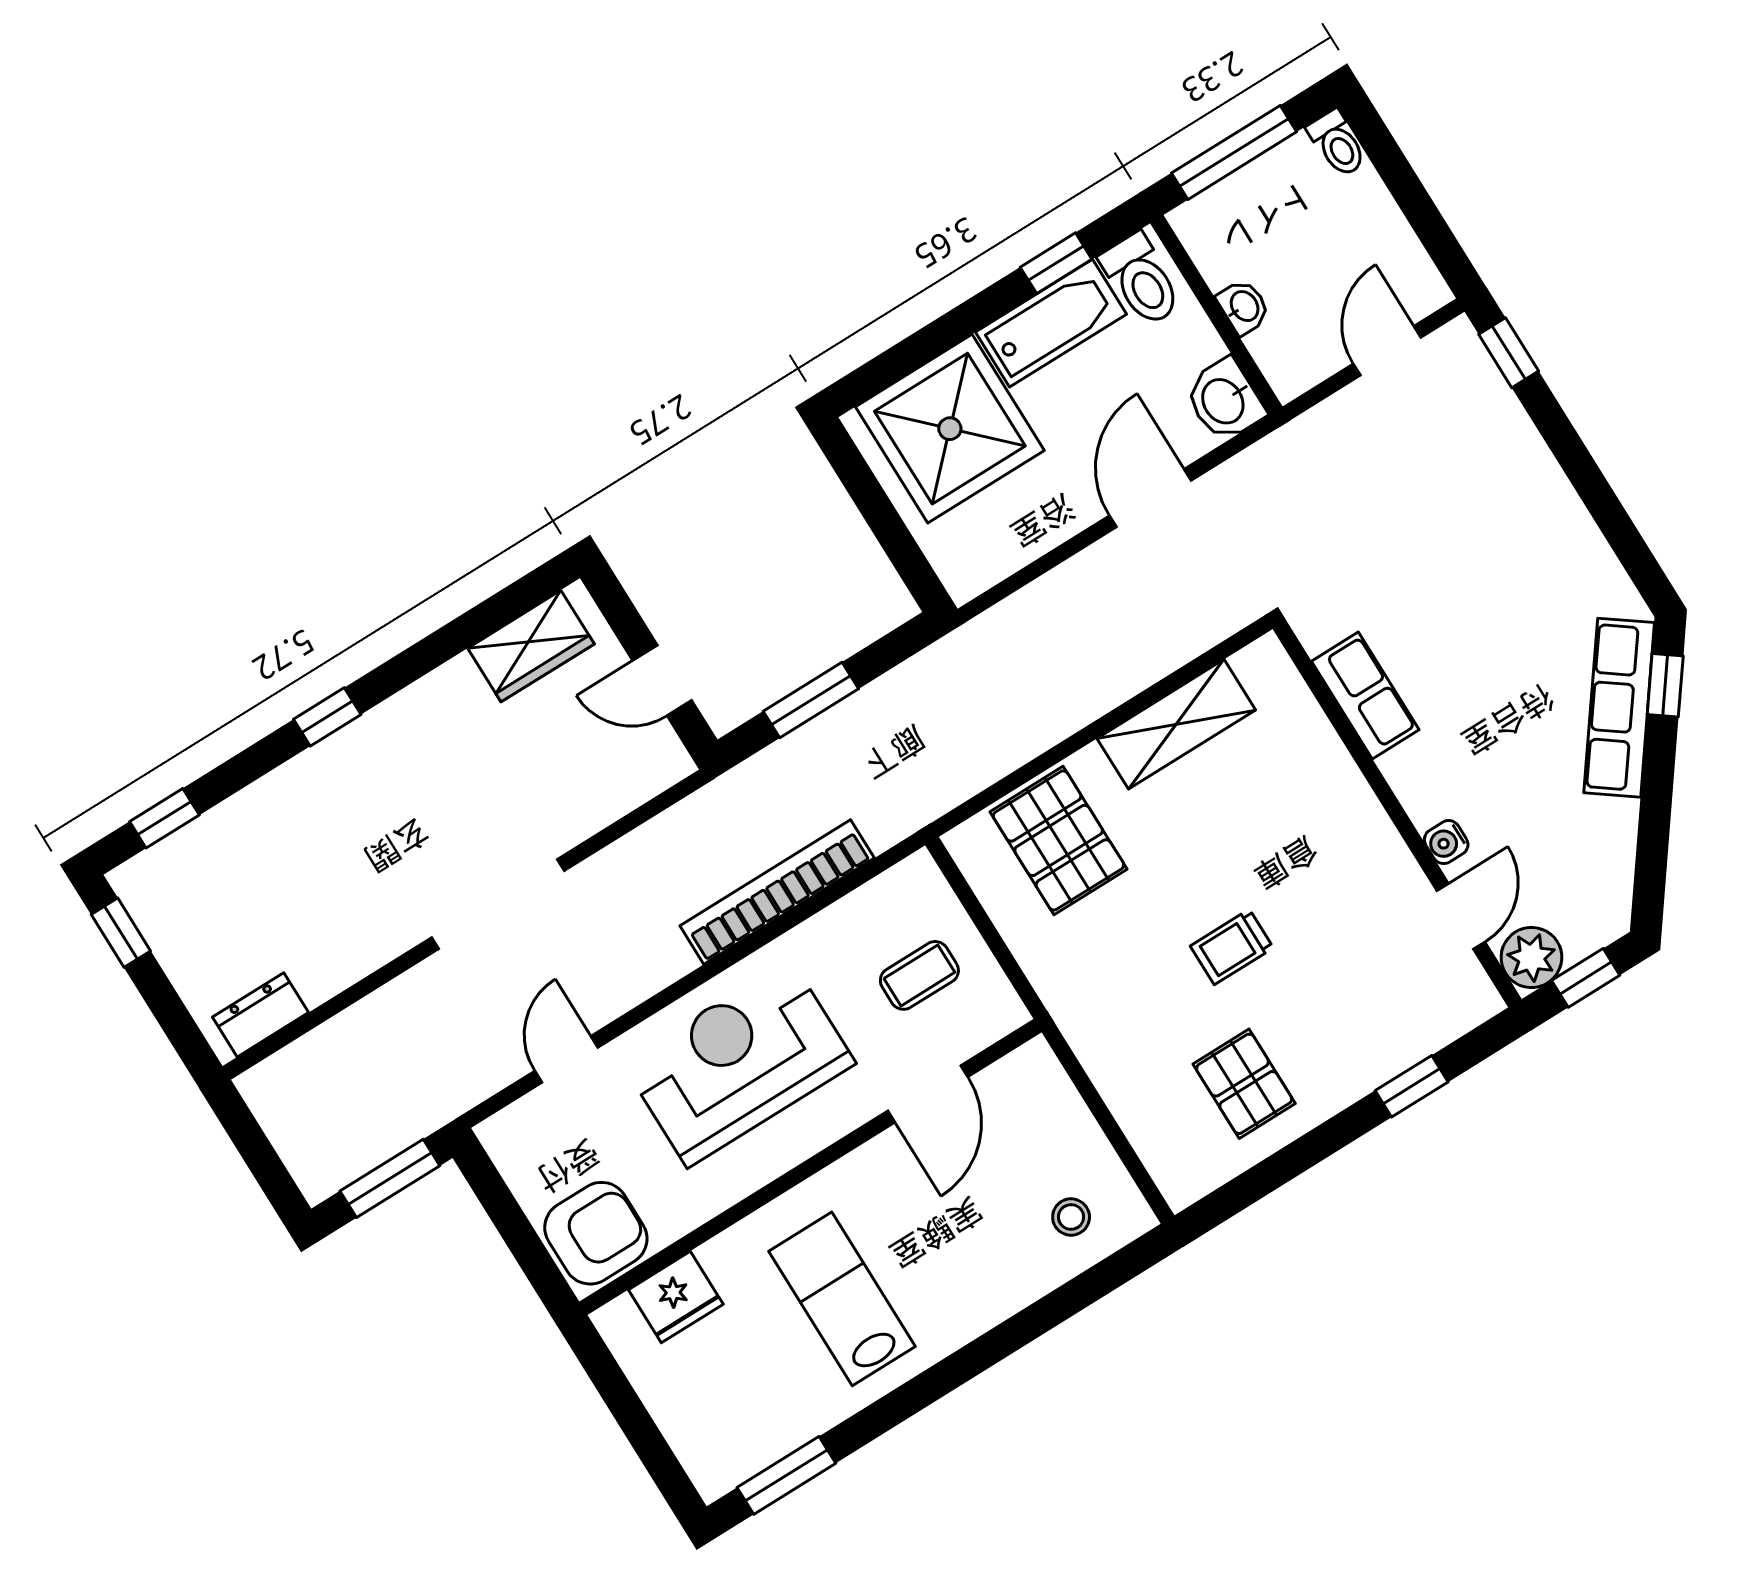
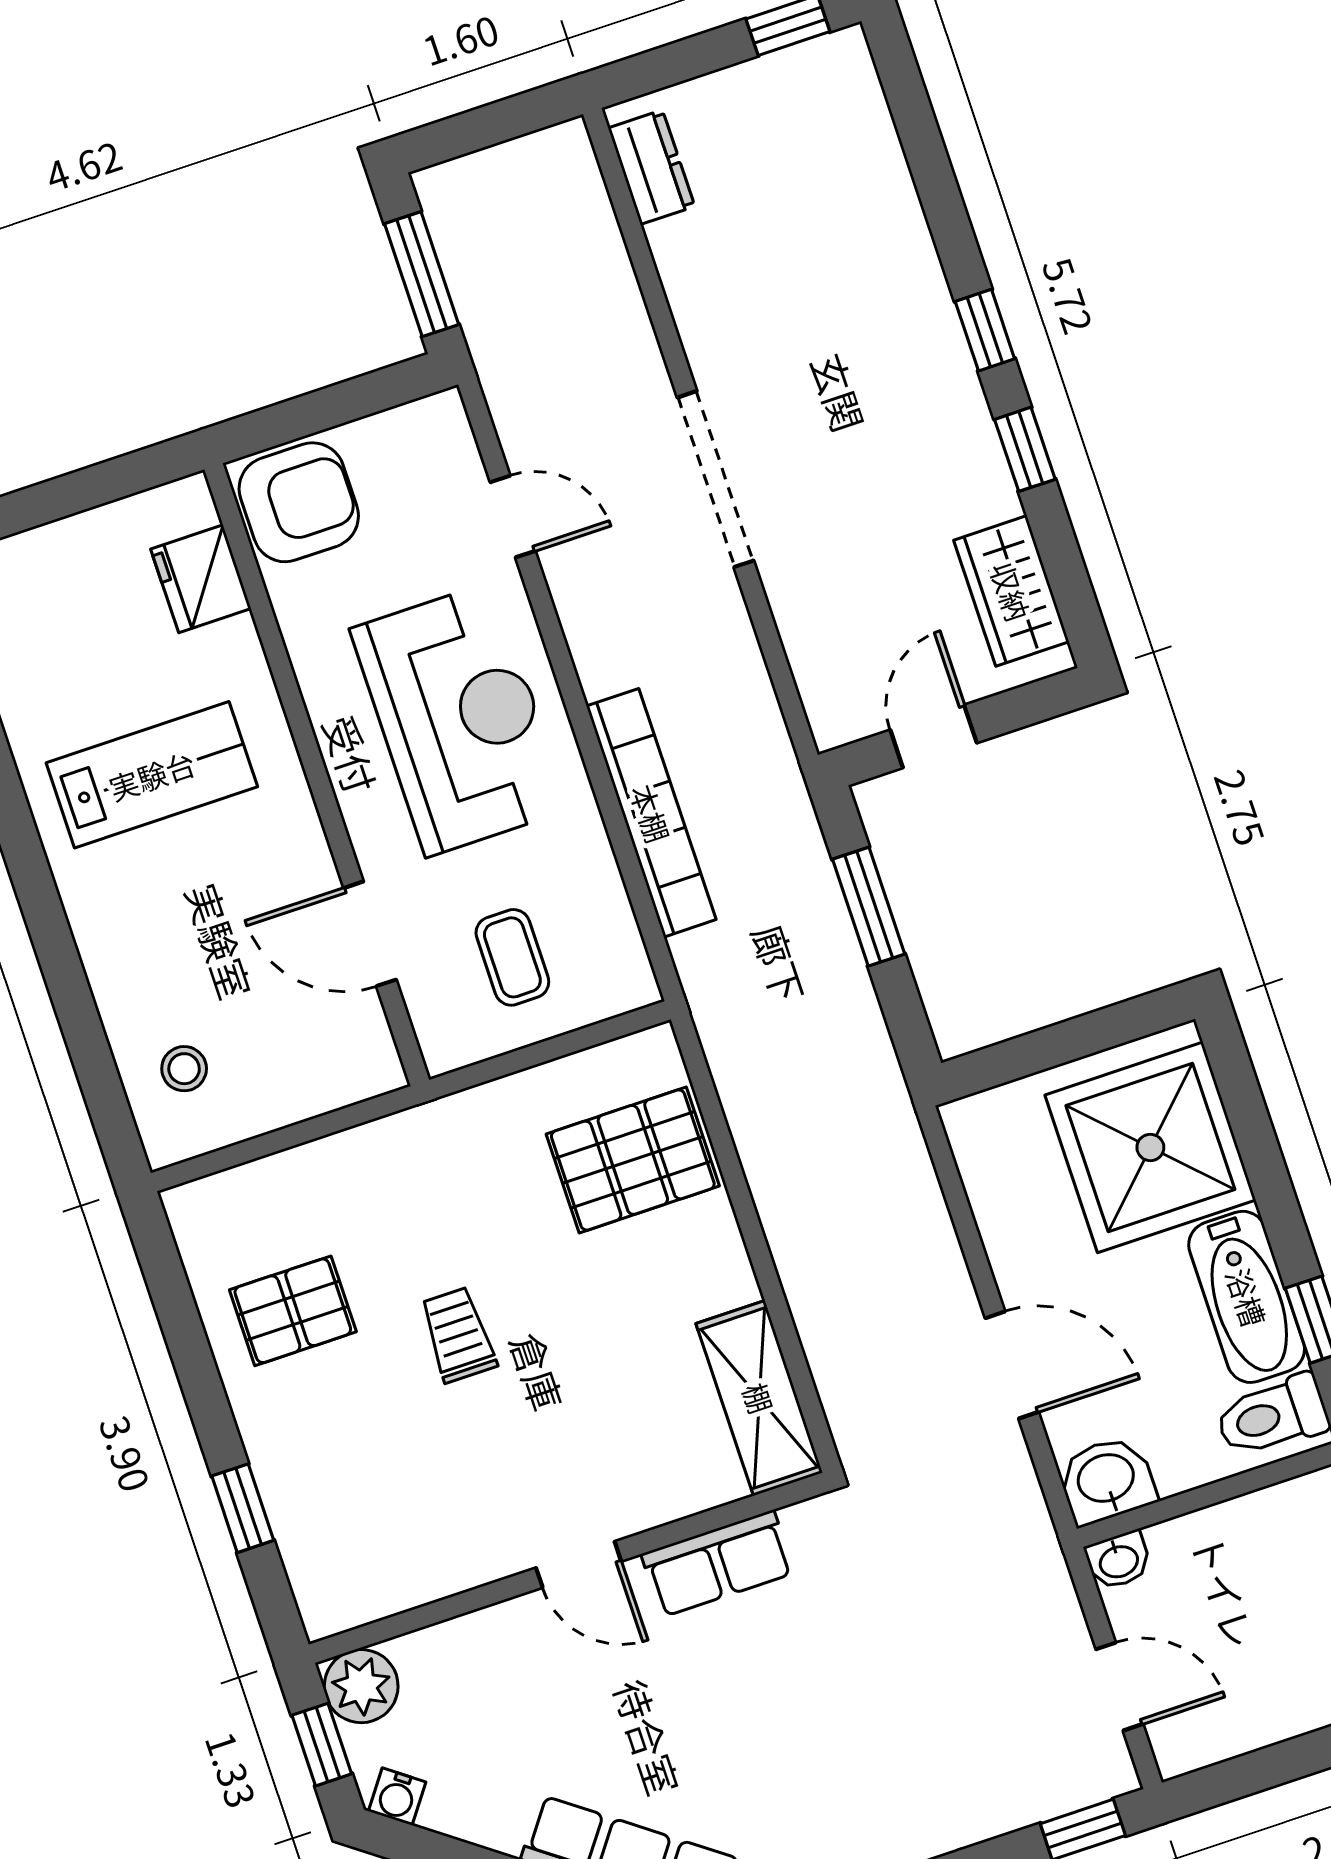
washbasin: (1244, 307) -> (1118, 1560), moved
shelving: (1176, 724) -> (759, 1398), moved
window: (164, 818) -> (1025, 449), moved
water cooler: (1446, 842) -> (397, 1797), moved, turned -144
door: (1461, 916) -> (579, 1565), moved
armchair: (596, 1233) -> (299, 502), turned -90

